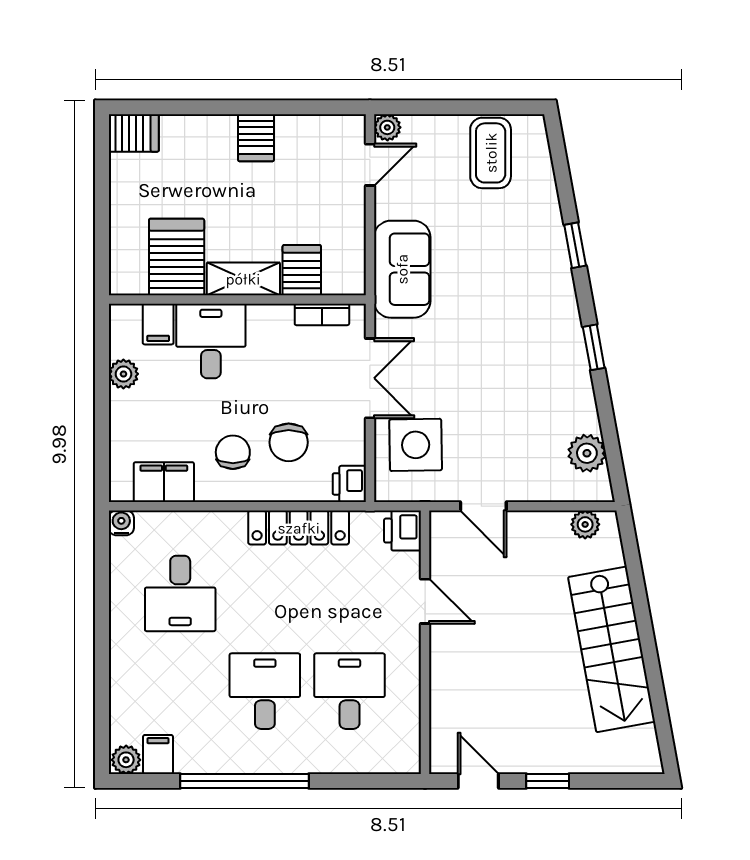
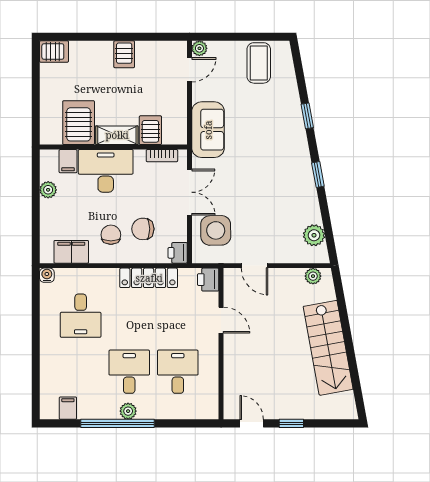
desk: (211, 341) -> (106, 171), width x1.37
chair: (289, 442) -> (143, 229), turned 90
plant: (126, 760) -> (128, 411), moved

